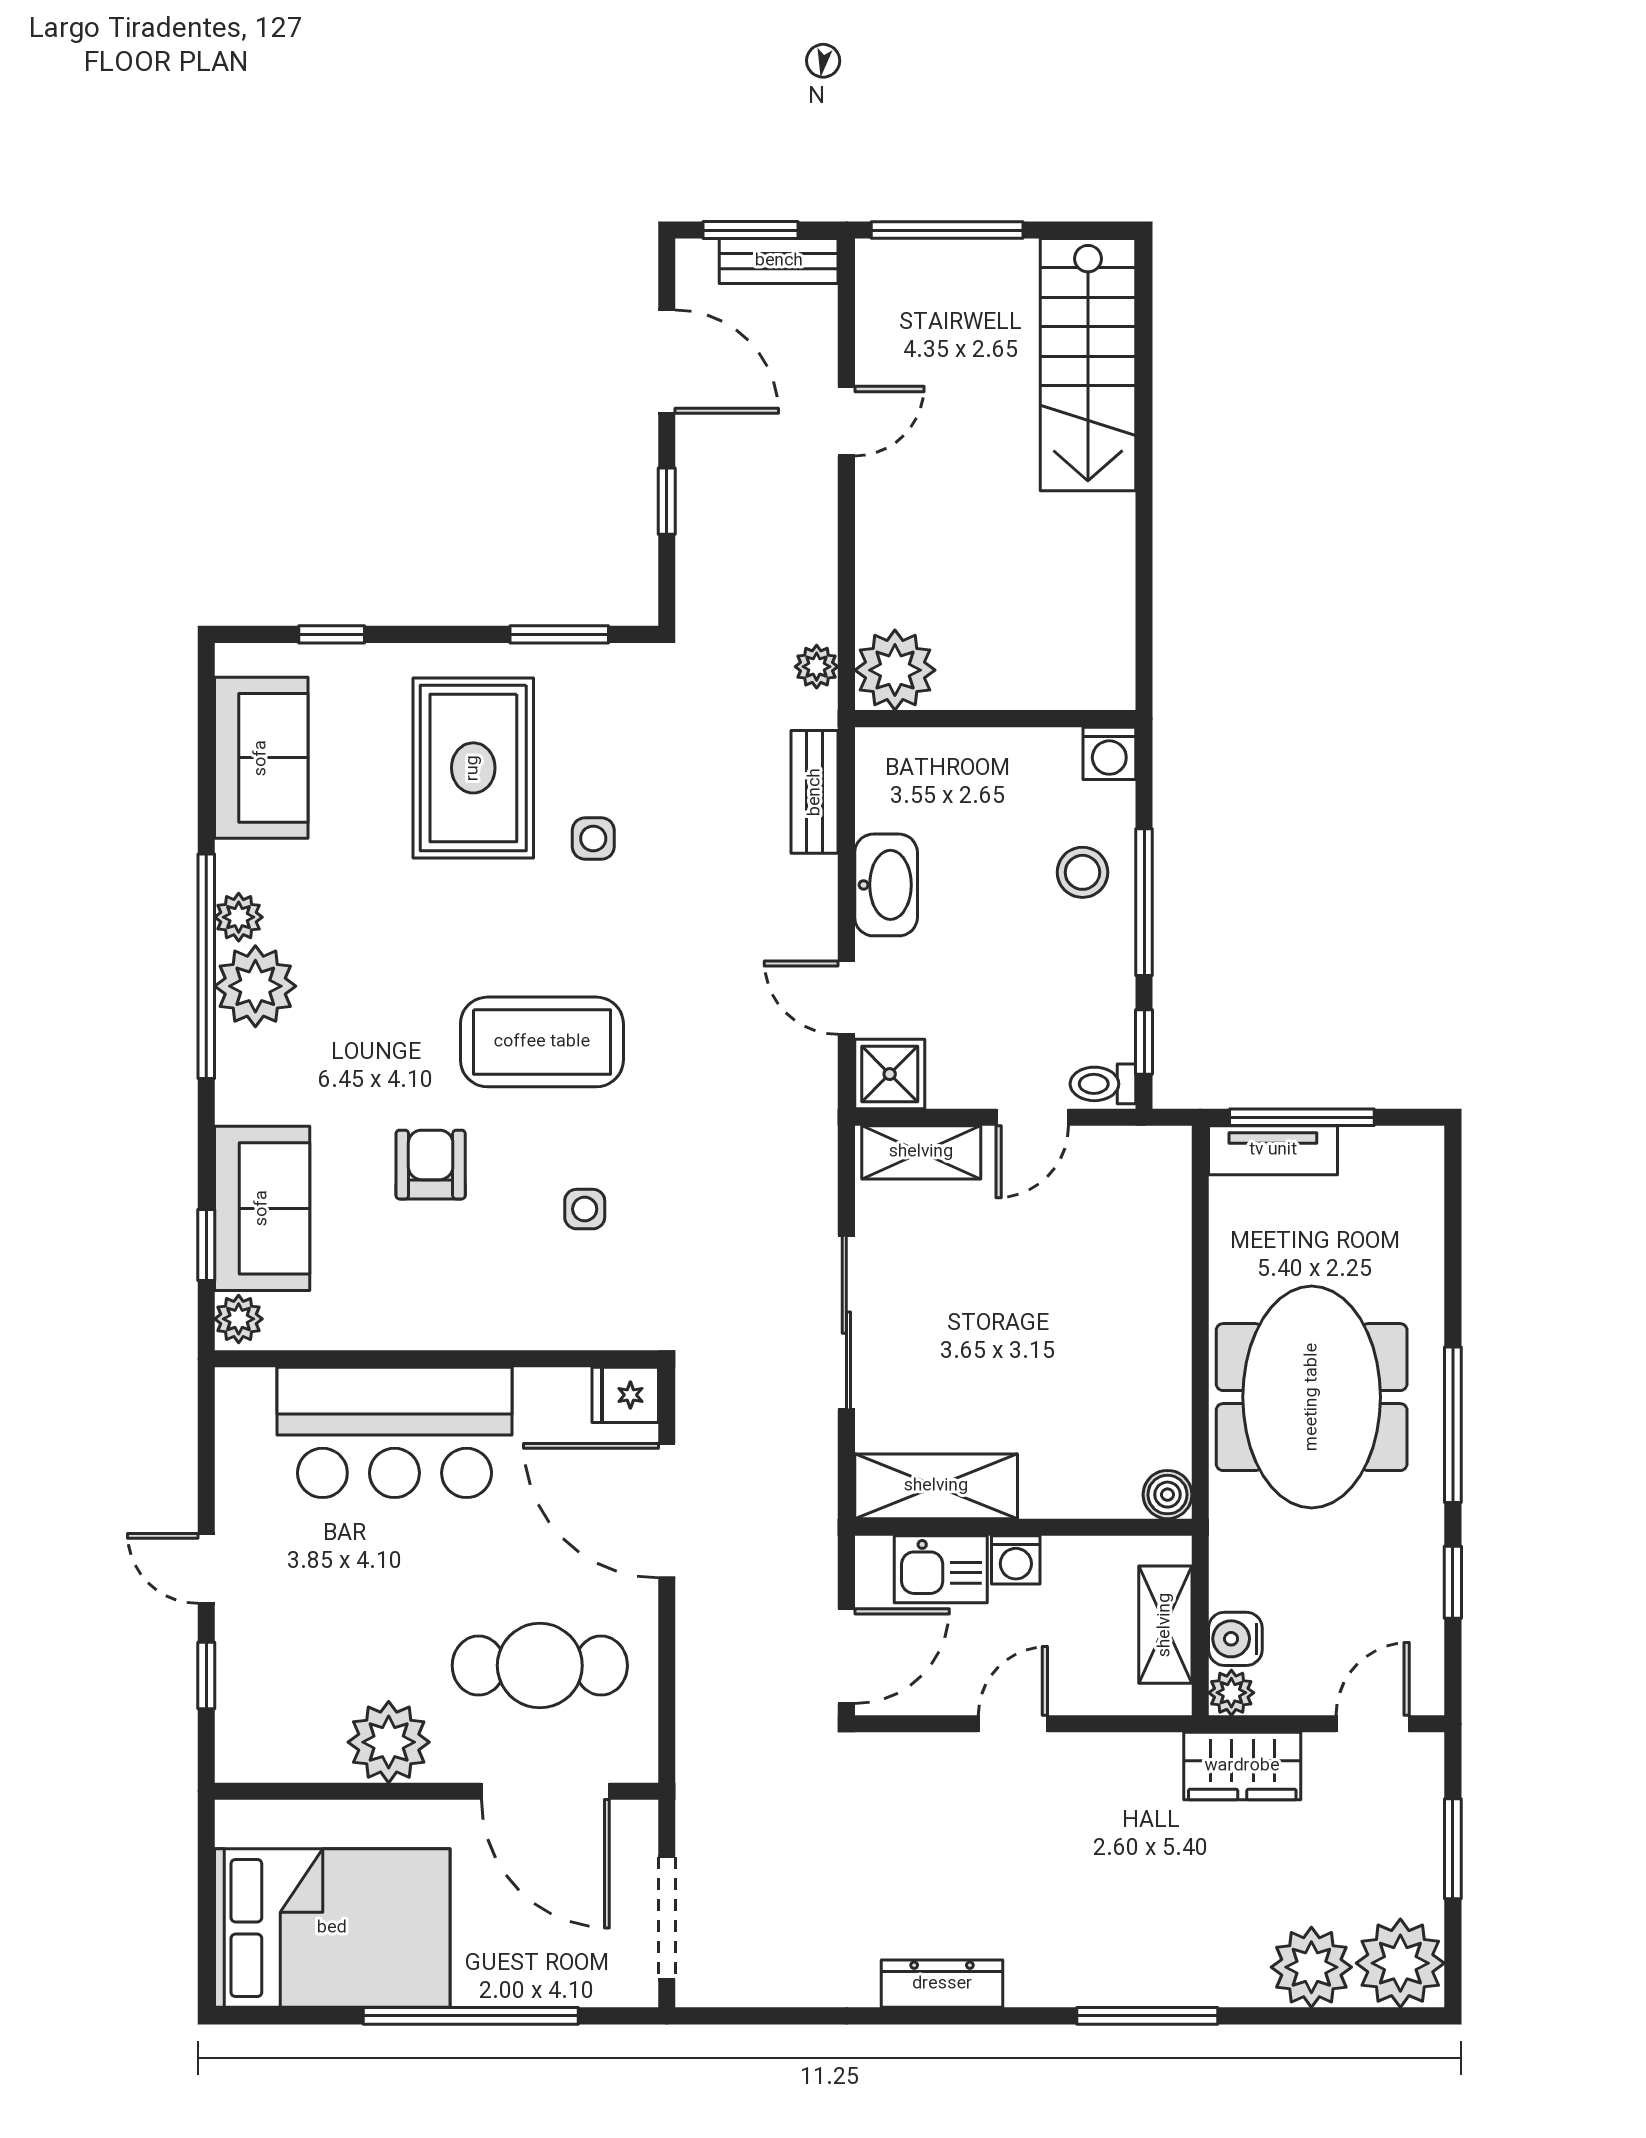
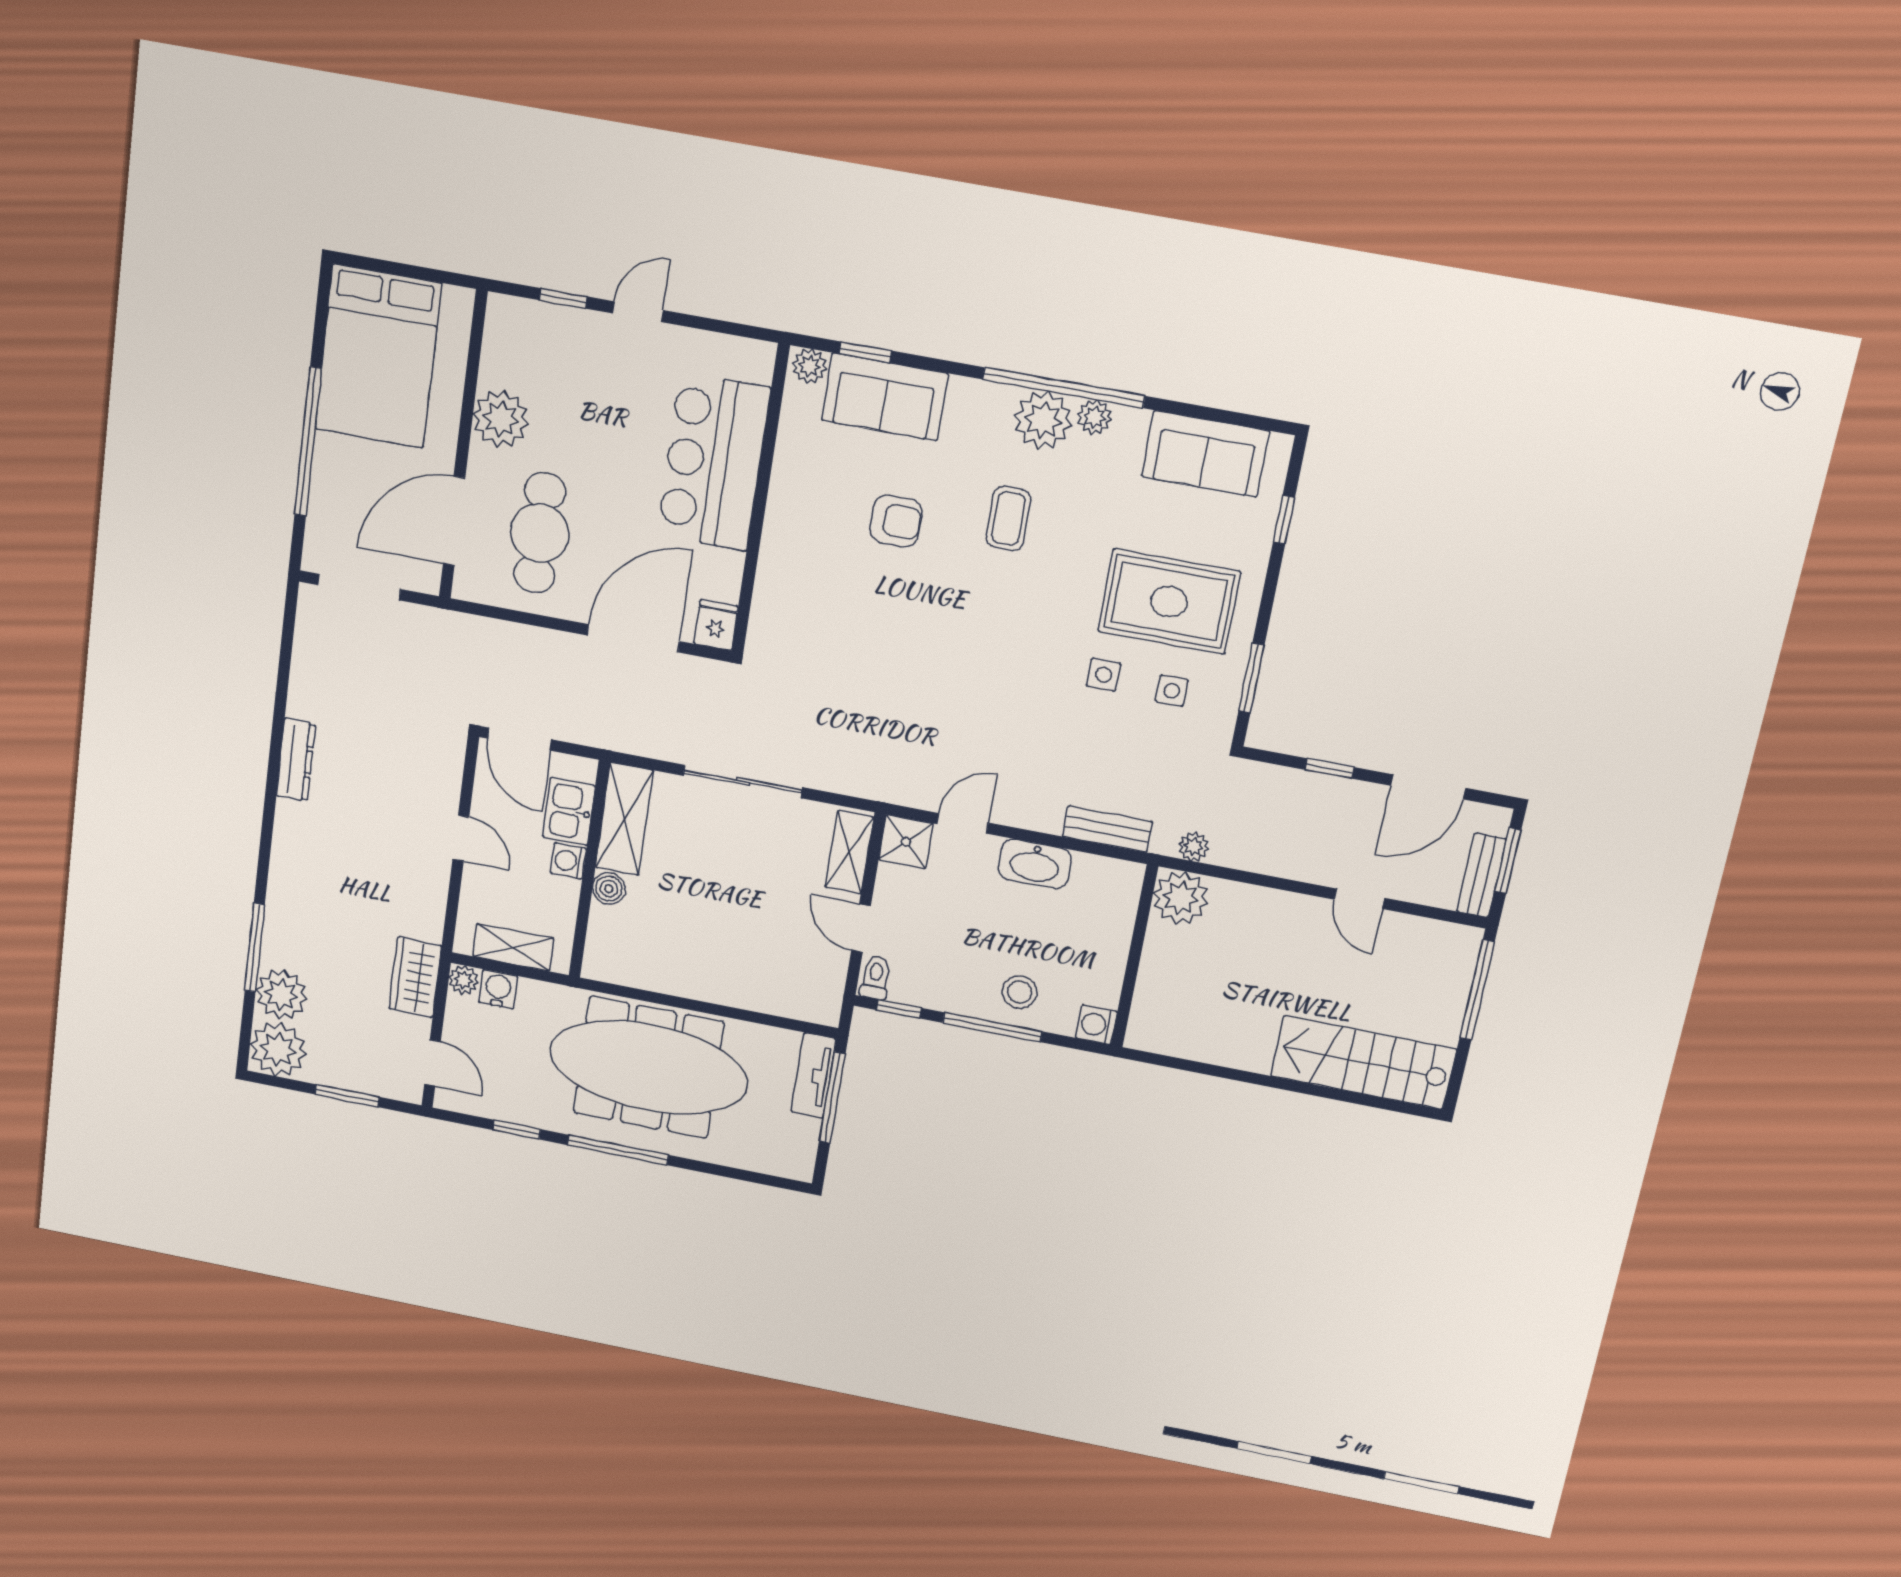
coffee table: (542, 1042) -> (1008, 518), moved, width x0.54, depth x0.58
side table: (585, 1209) -> (1172, 691), moved
meeting table: (1312, 1397) -> (649, 1067), width x1.36
boiler: (1167, 1495) -> (609, 889), moved
window: (1147, 2016) -> (255, 948), moved

